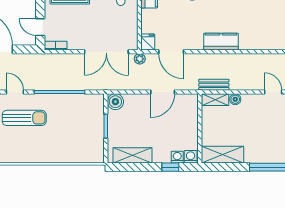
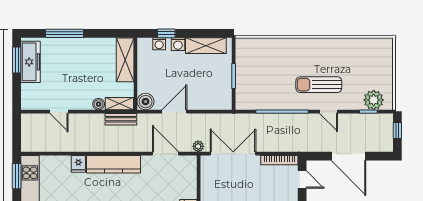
fridge: (148, 42) -> (78, 164), moved
kitchen counter: (221, 42) -> (113, 164), width x1.50
bookcase: (56, 46) -> (279, 160), width x1.56
boiler: (115, 102) -> (146, 102), moved
shelving: (222, 155) -> (125, 60), moved, turned 90
washing machine: (191, 157) -> (178, 44), moved

